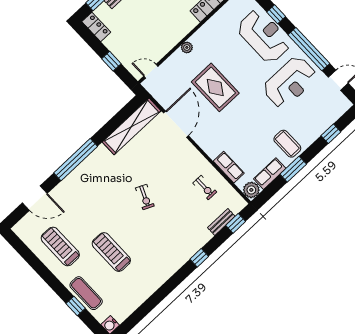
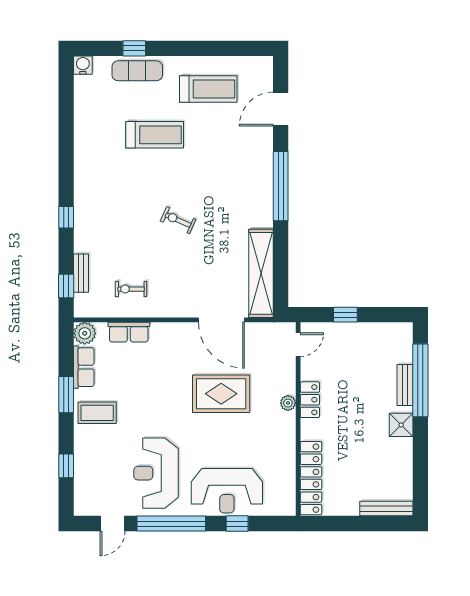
locker: (96, 27) -> (310, 400), moved, turned -90

